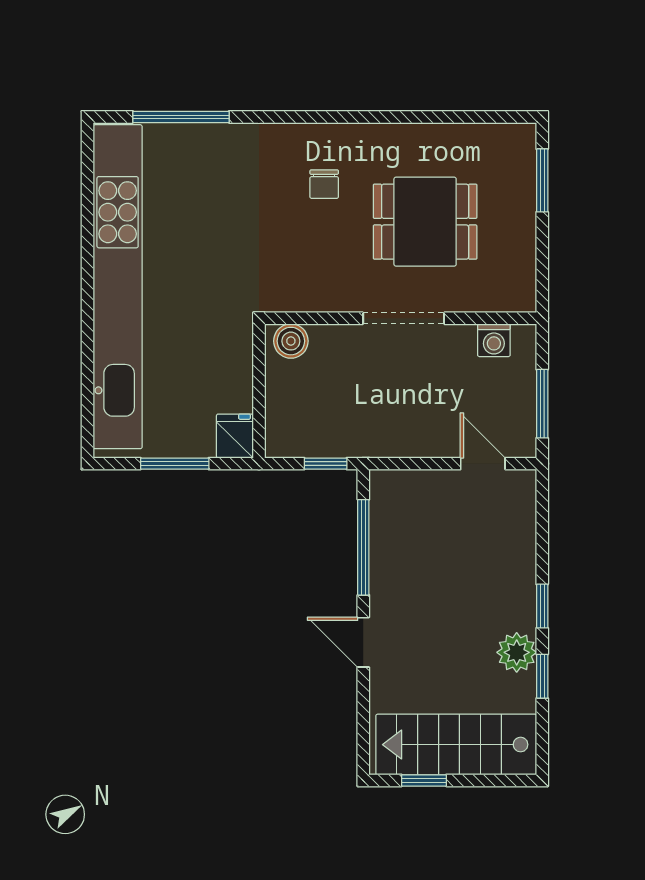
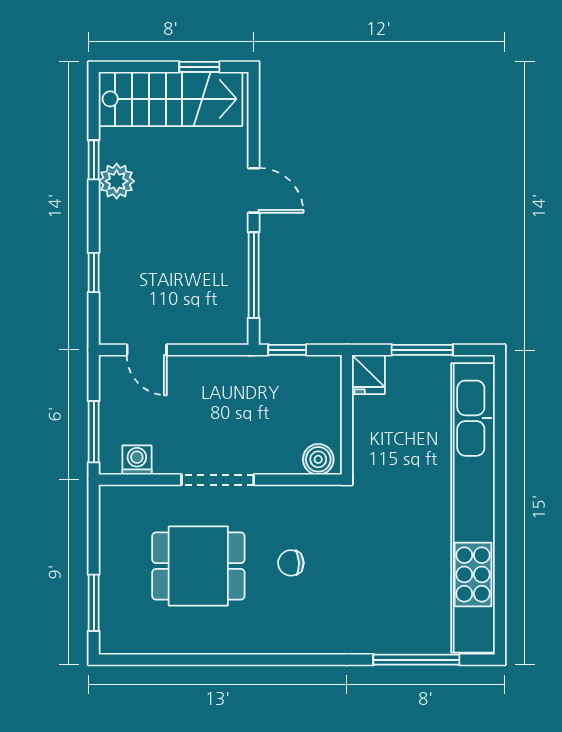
chair: (324, 184) -> (291, 563), moved, turned -92
window: (542, 404) -> (94, 432), moved
window: (542, 606) -> (94, 272), moved

